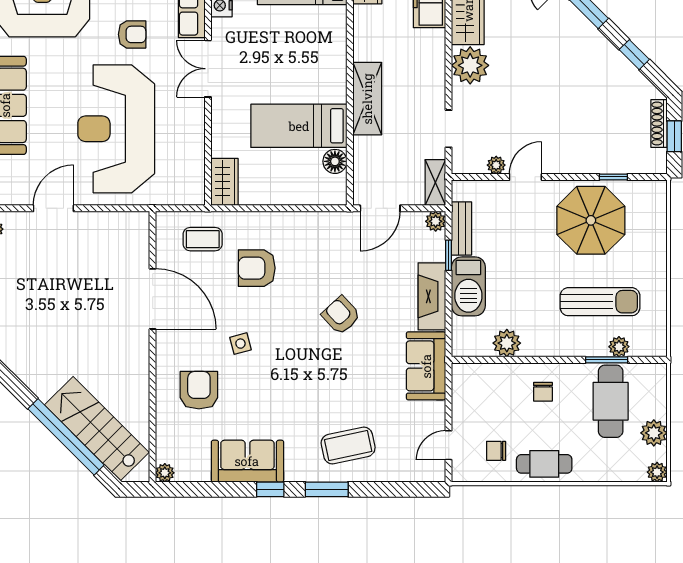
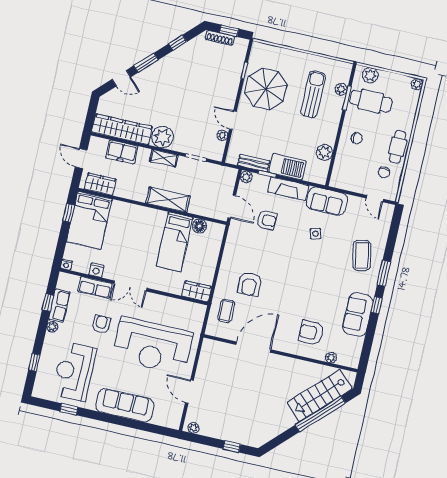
shelving: (435, 182) -> (164, 158), moved
armchair: (341, 315) -> (267, 220), moved, turned -137
side table: (240, 344) -> (316, 234), moved
plant: (654, 433) -> (370, 75), moved
plant: (165, 473) -> (331, 358), moved

